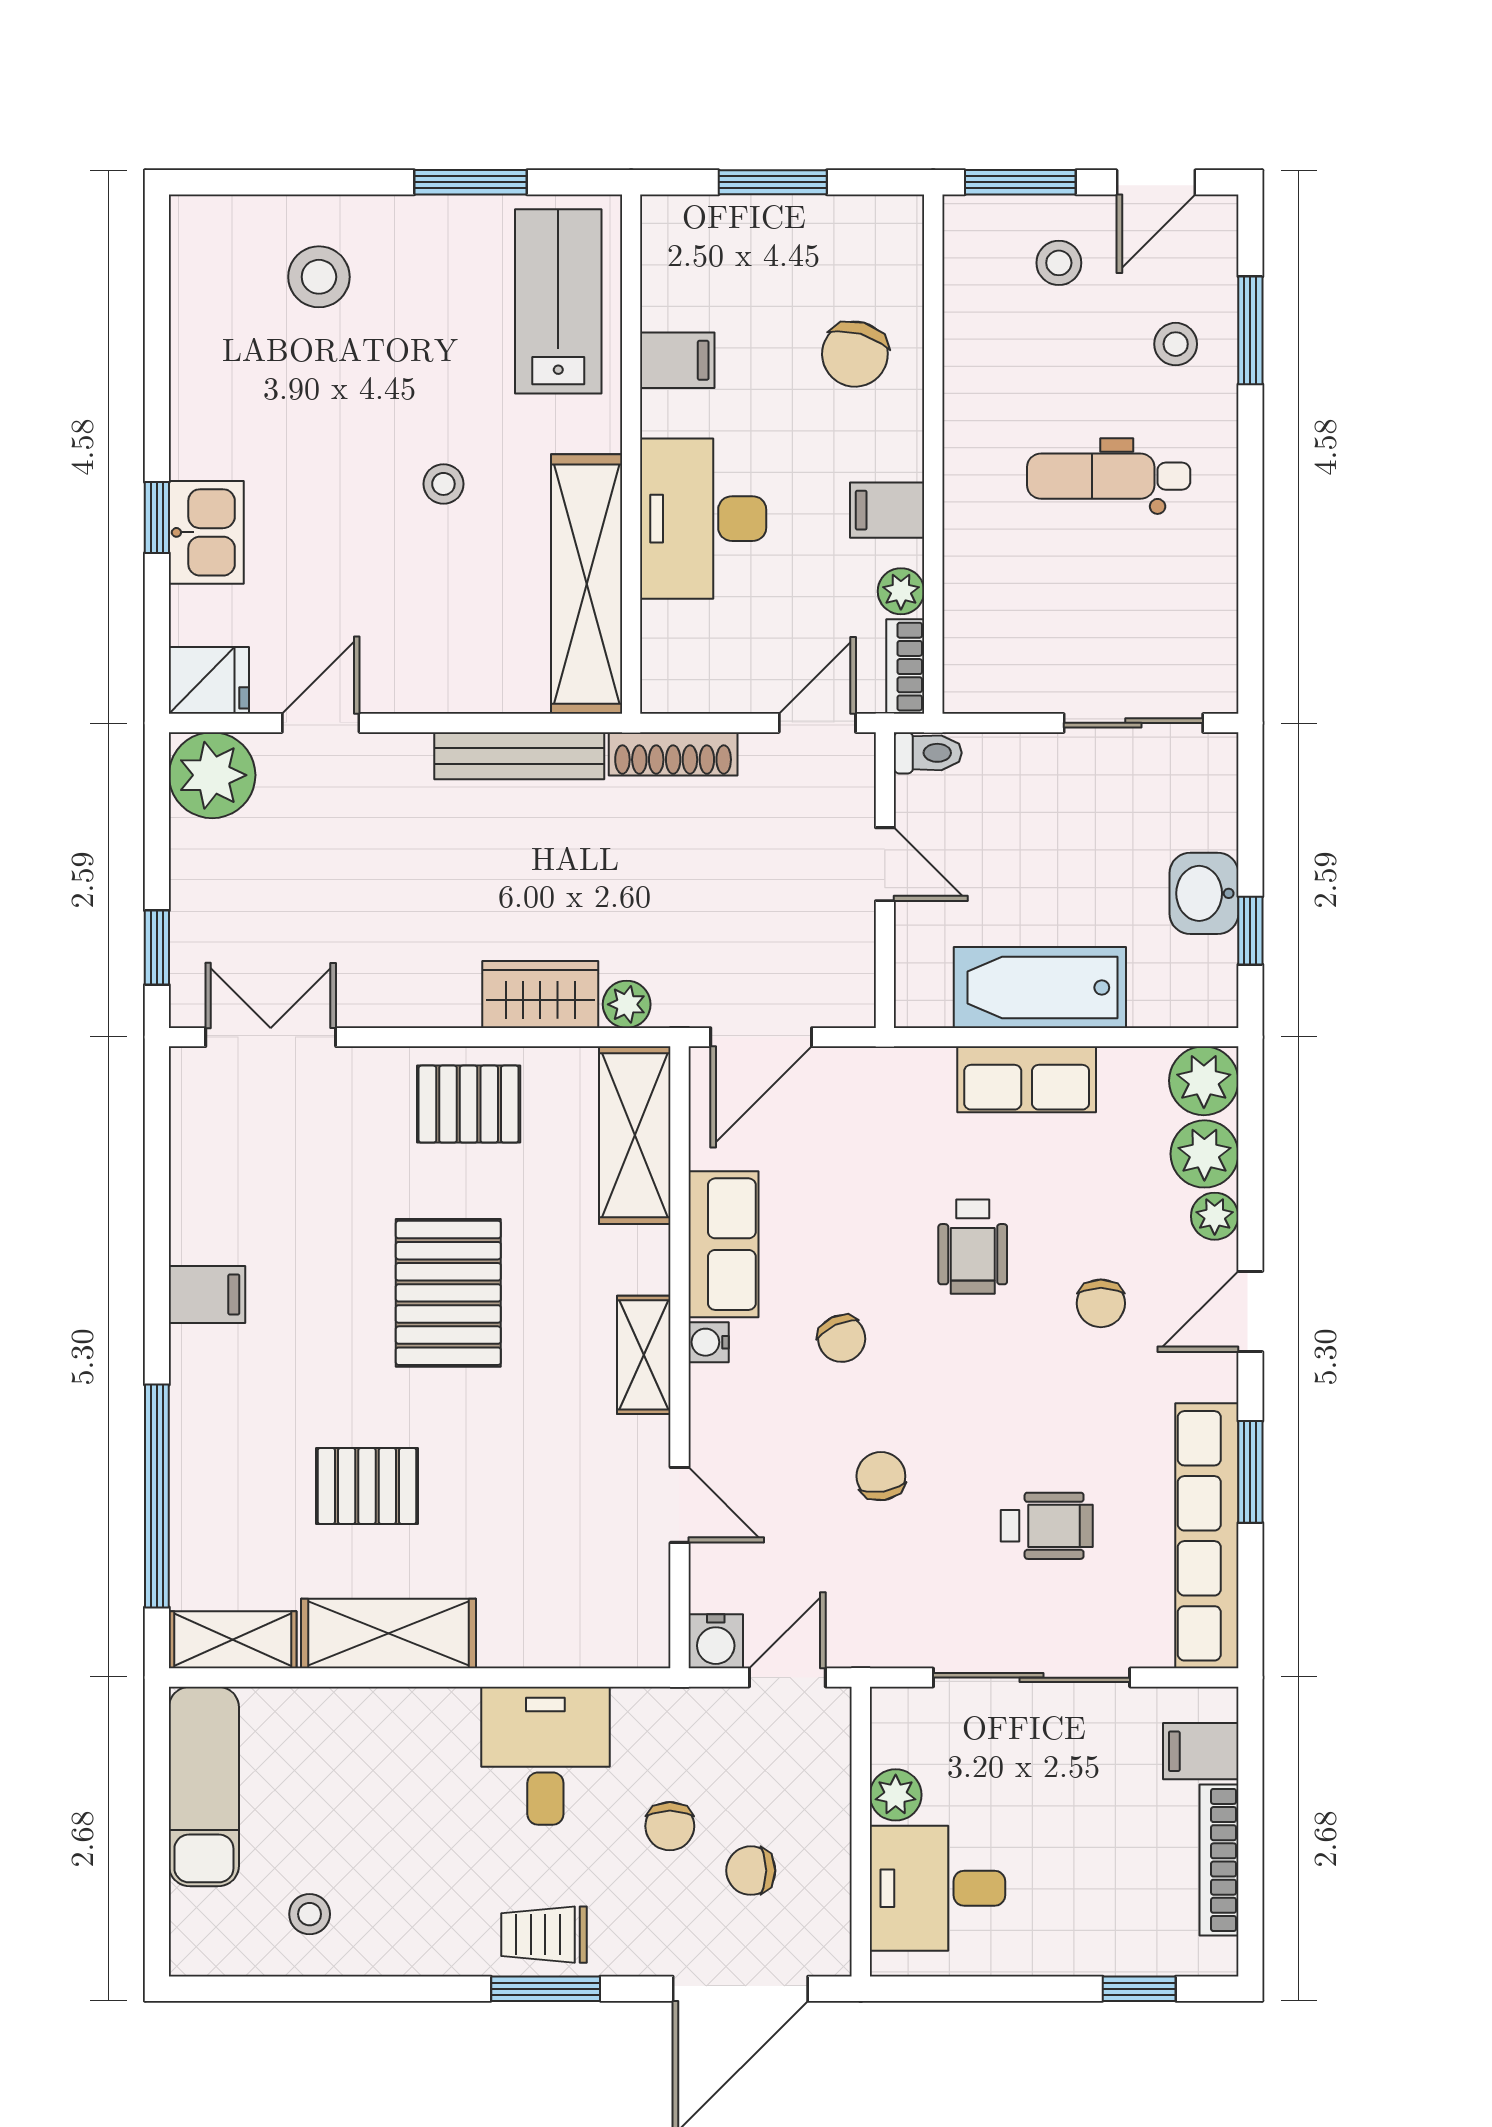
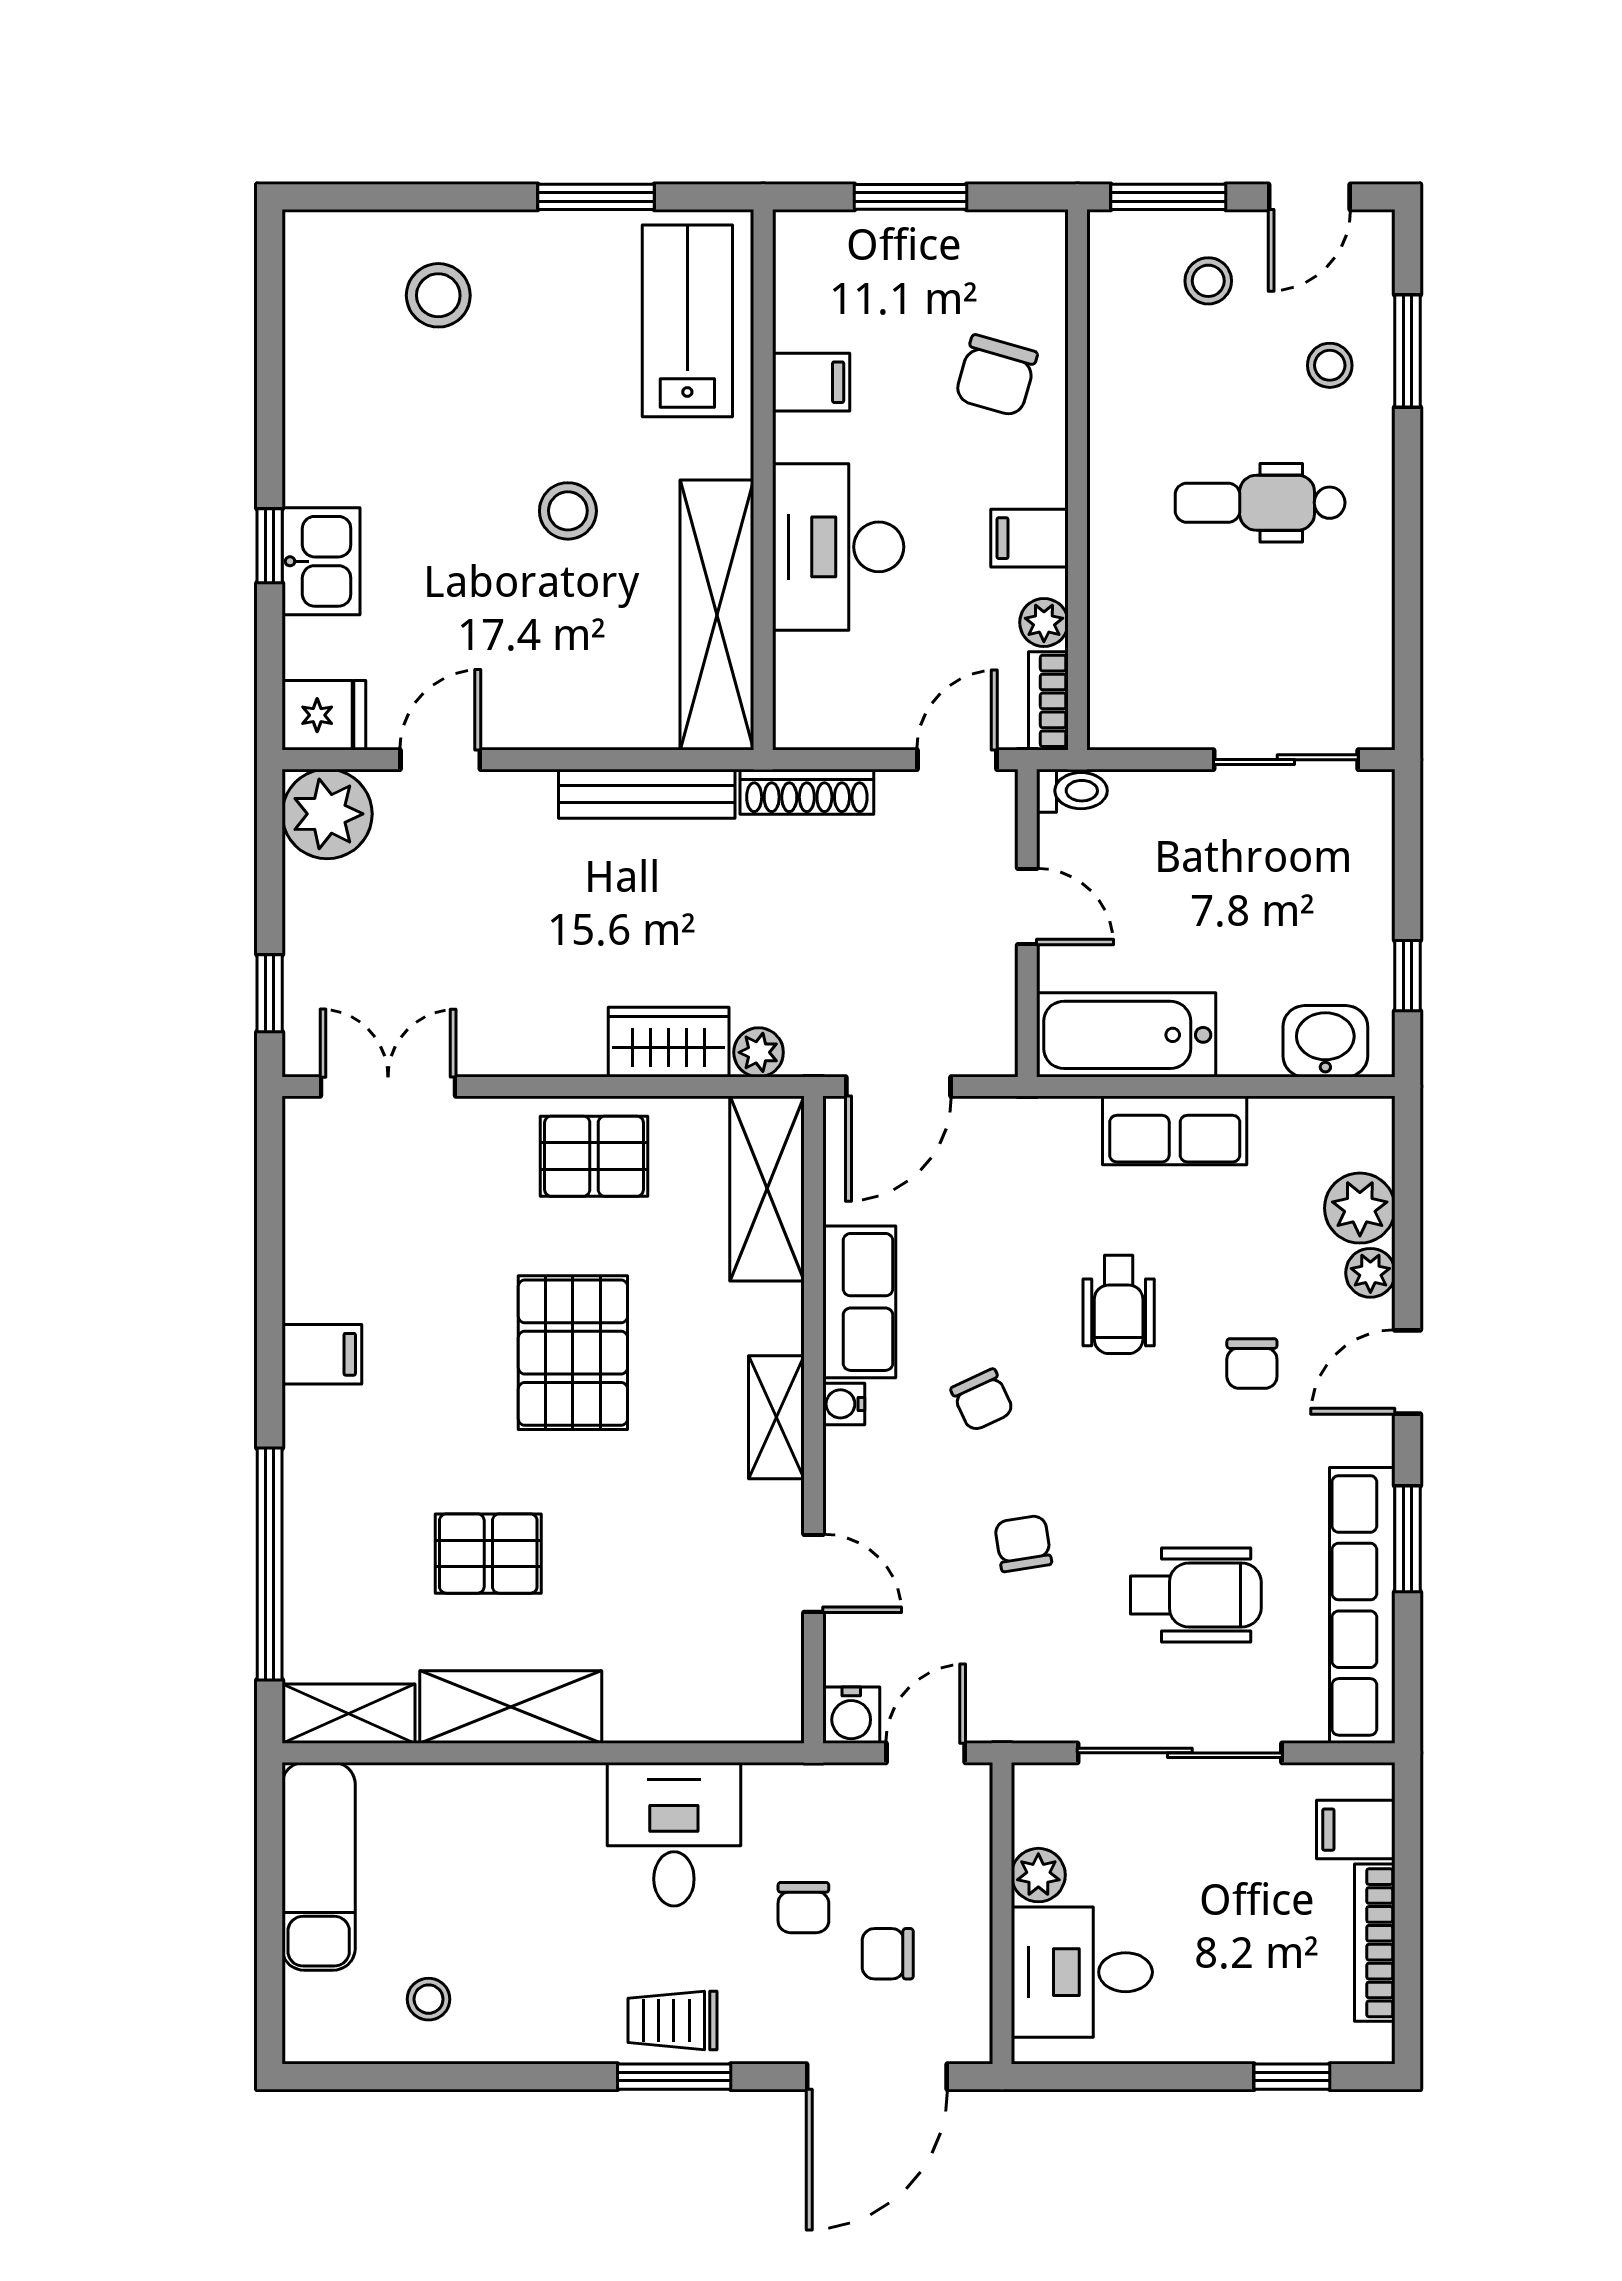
stool: (443, 484) -> (568, 511), width x1.37, depth x1.37
washbasin: (1204, 893) -> (1325, 1041), moved, turned 90
bathtub: (1040, 988) -> (1126, 1035), moved
plant: (1204, 1081) -> (1359, 1132), removed
wheelchair: (1047, 1526) -> (1196, 1595), width x1.36, depth x1.37

